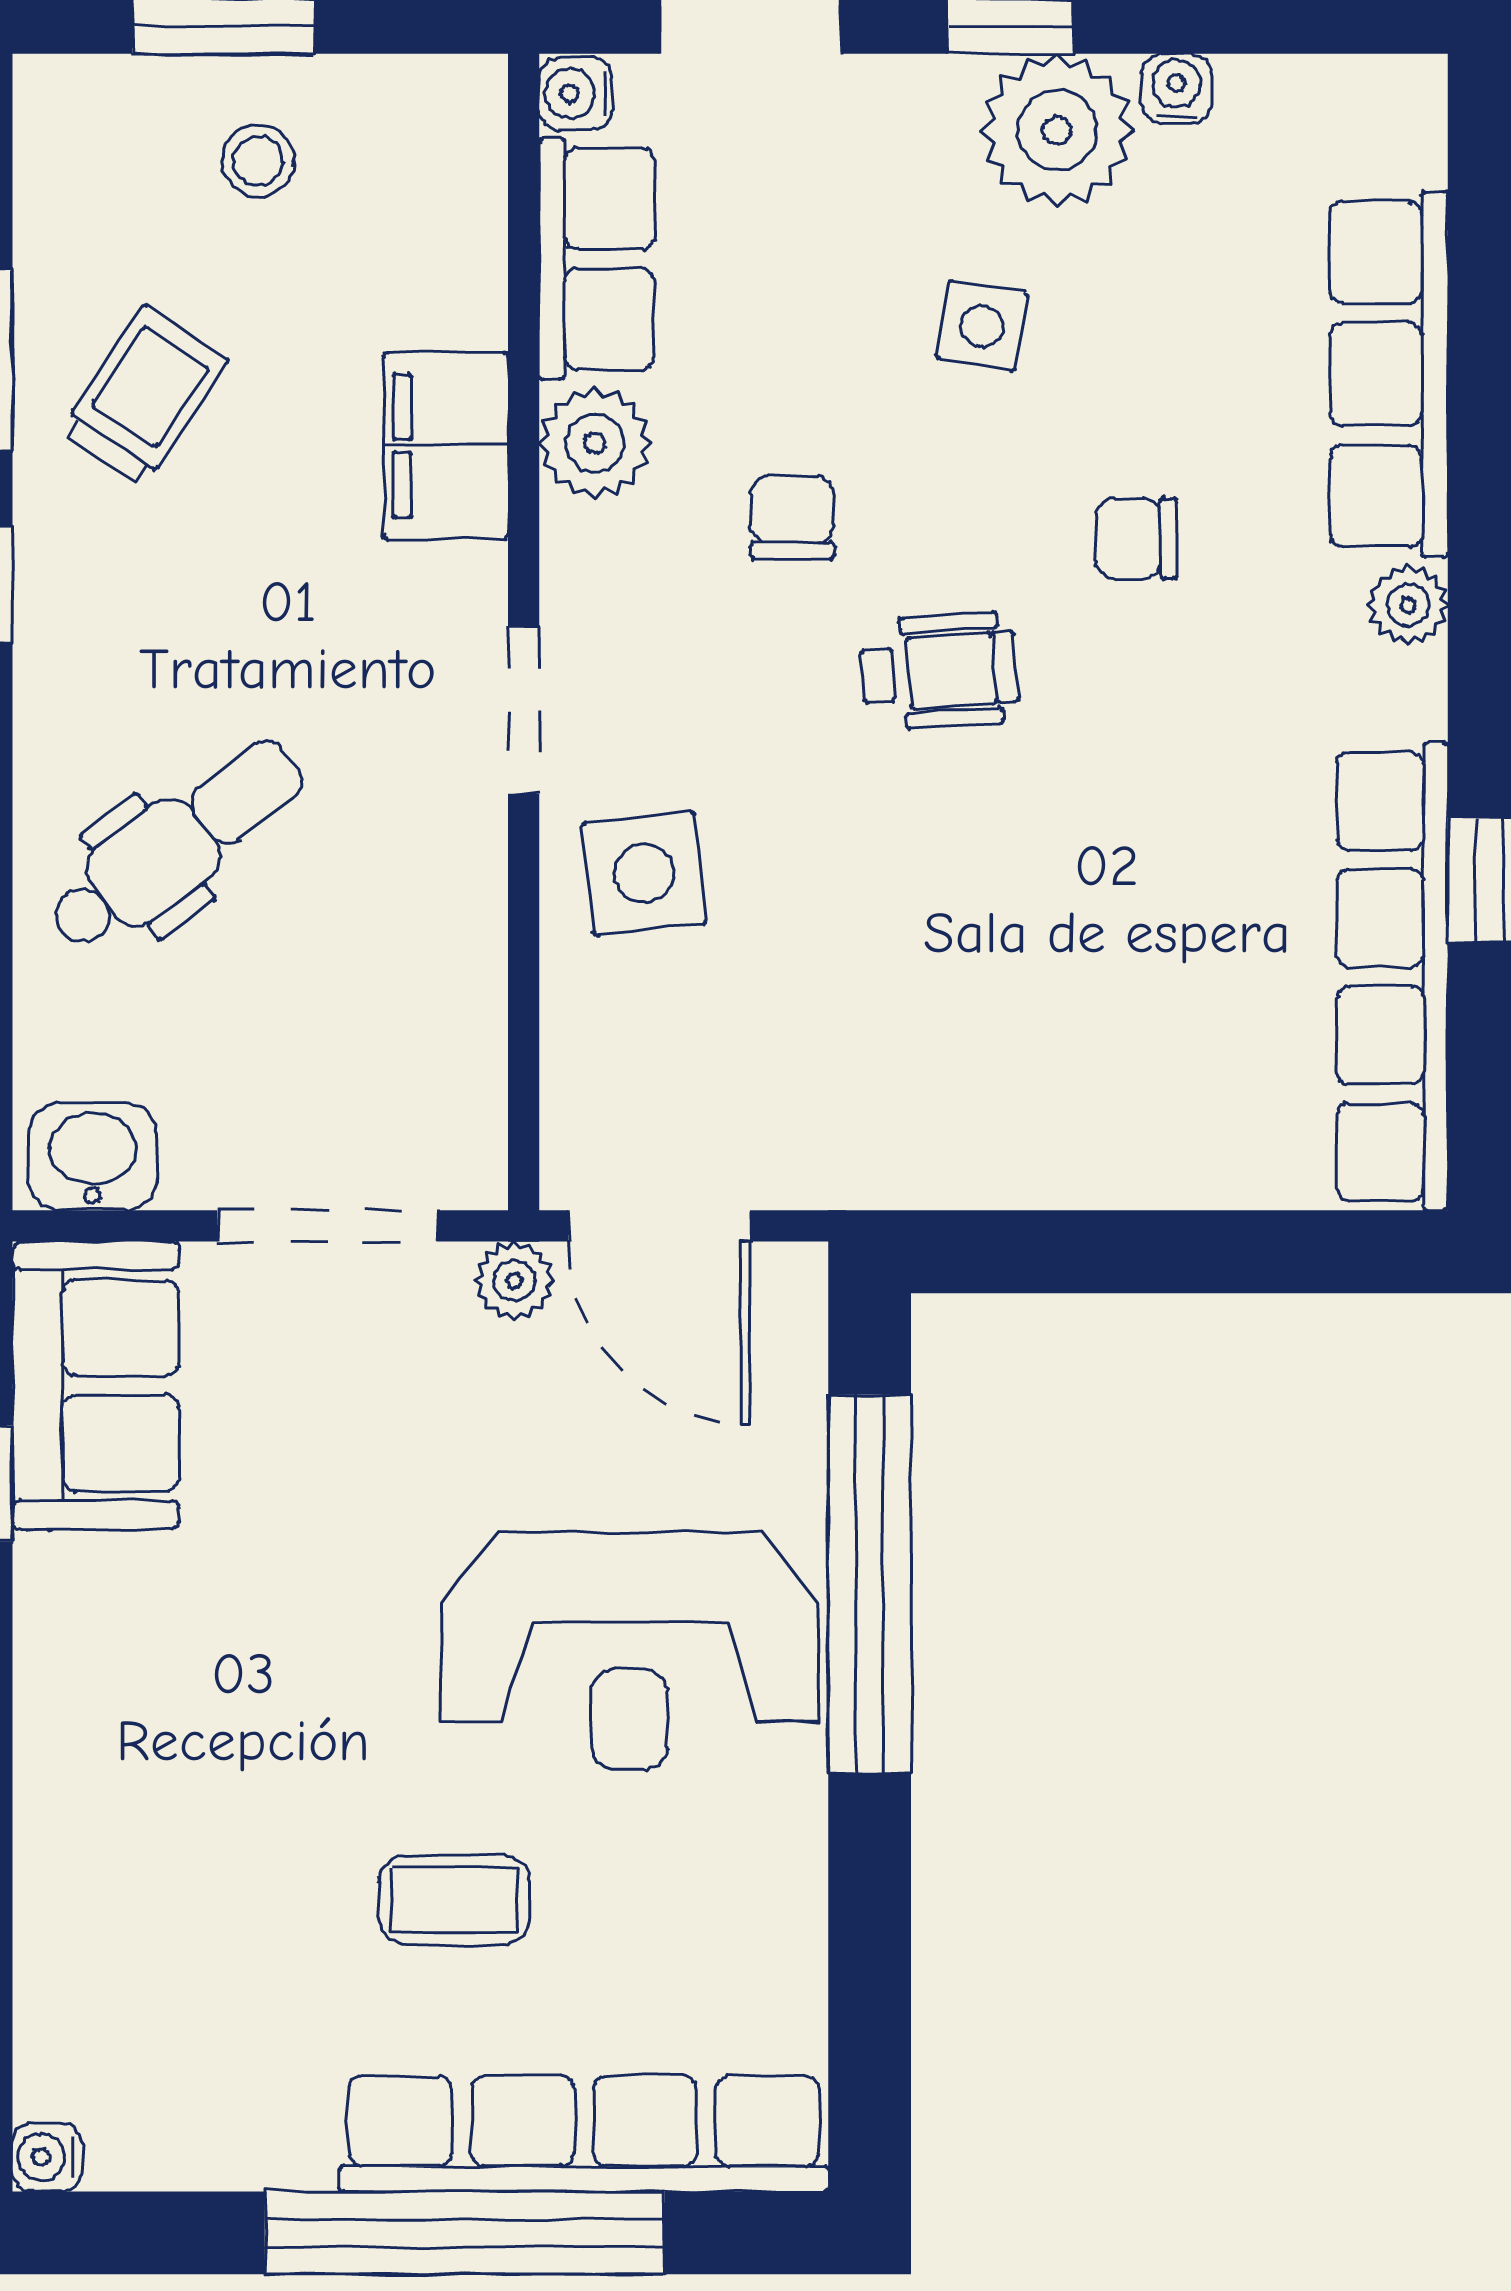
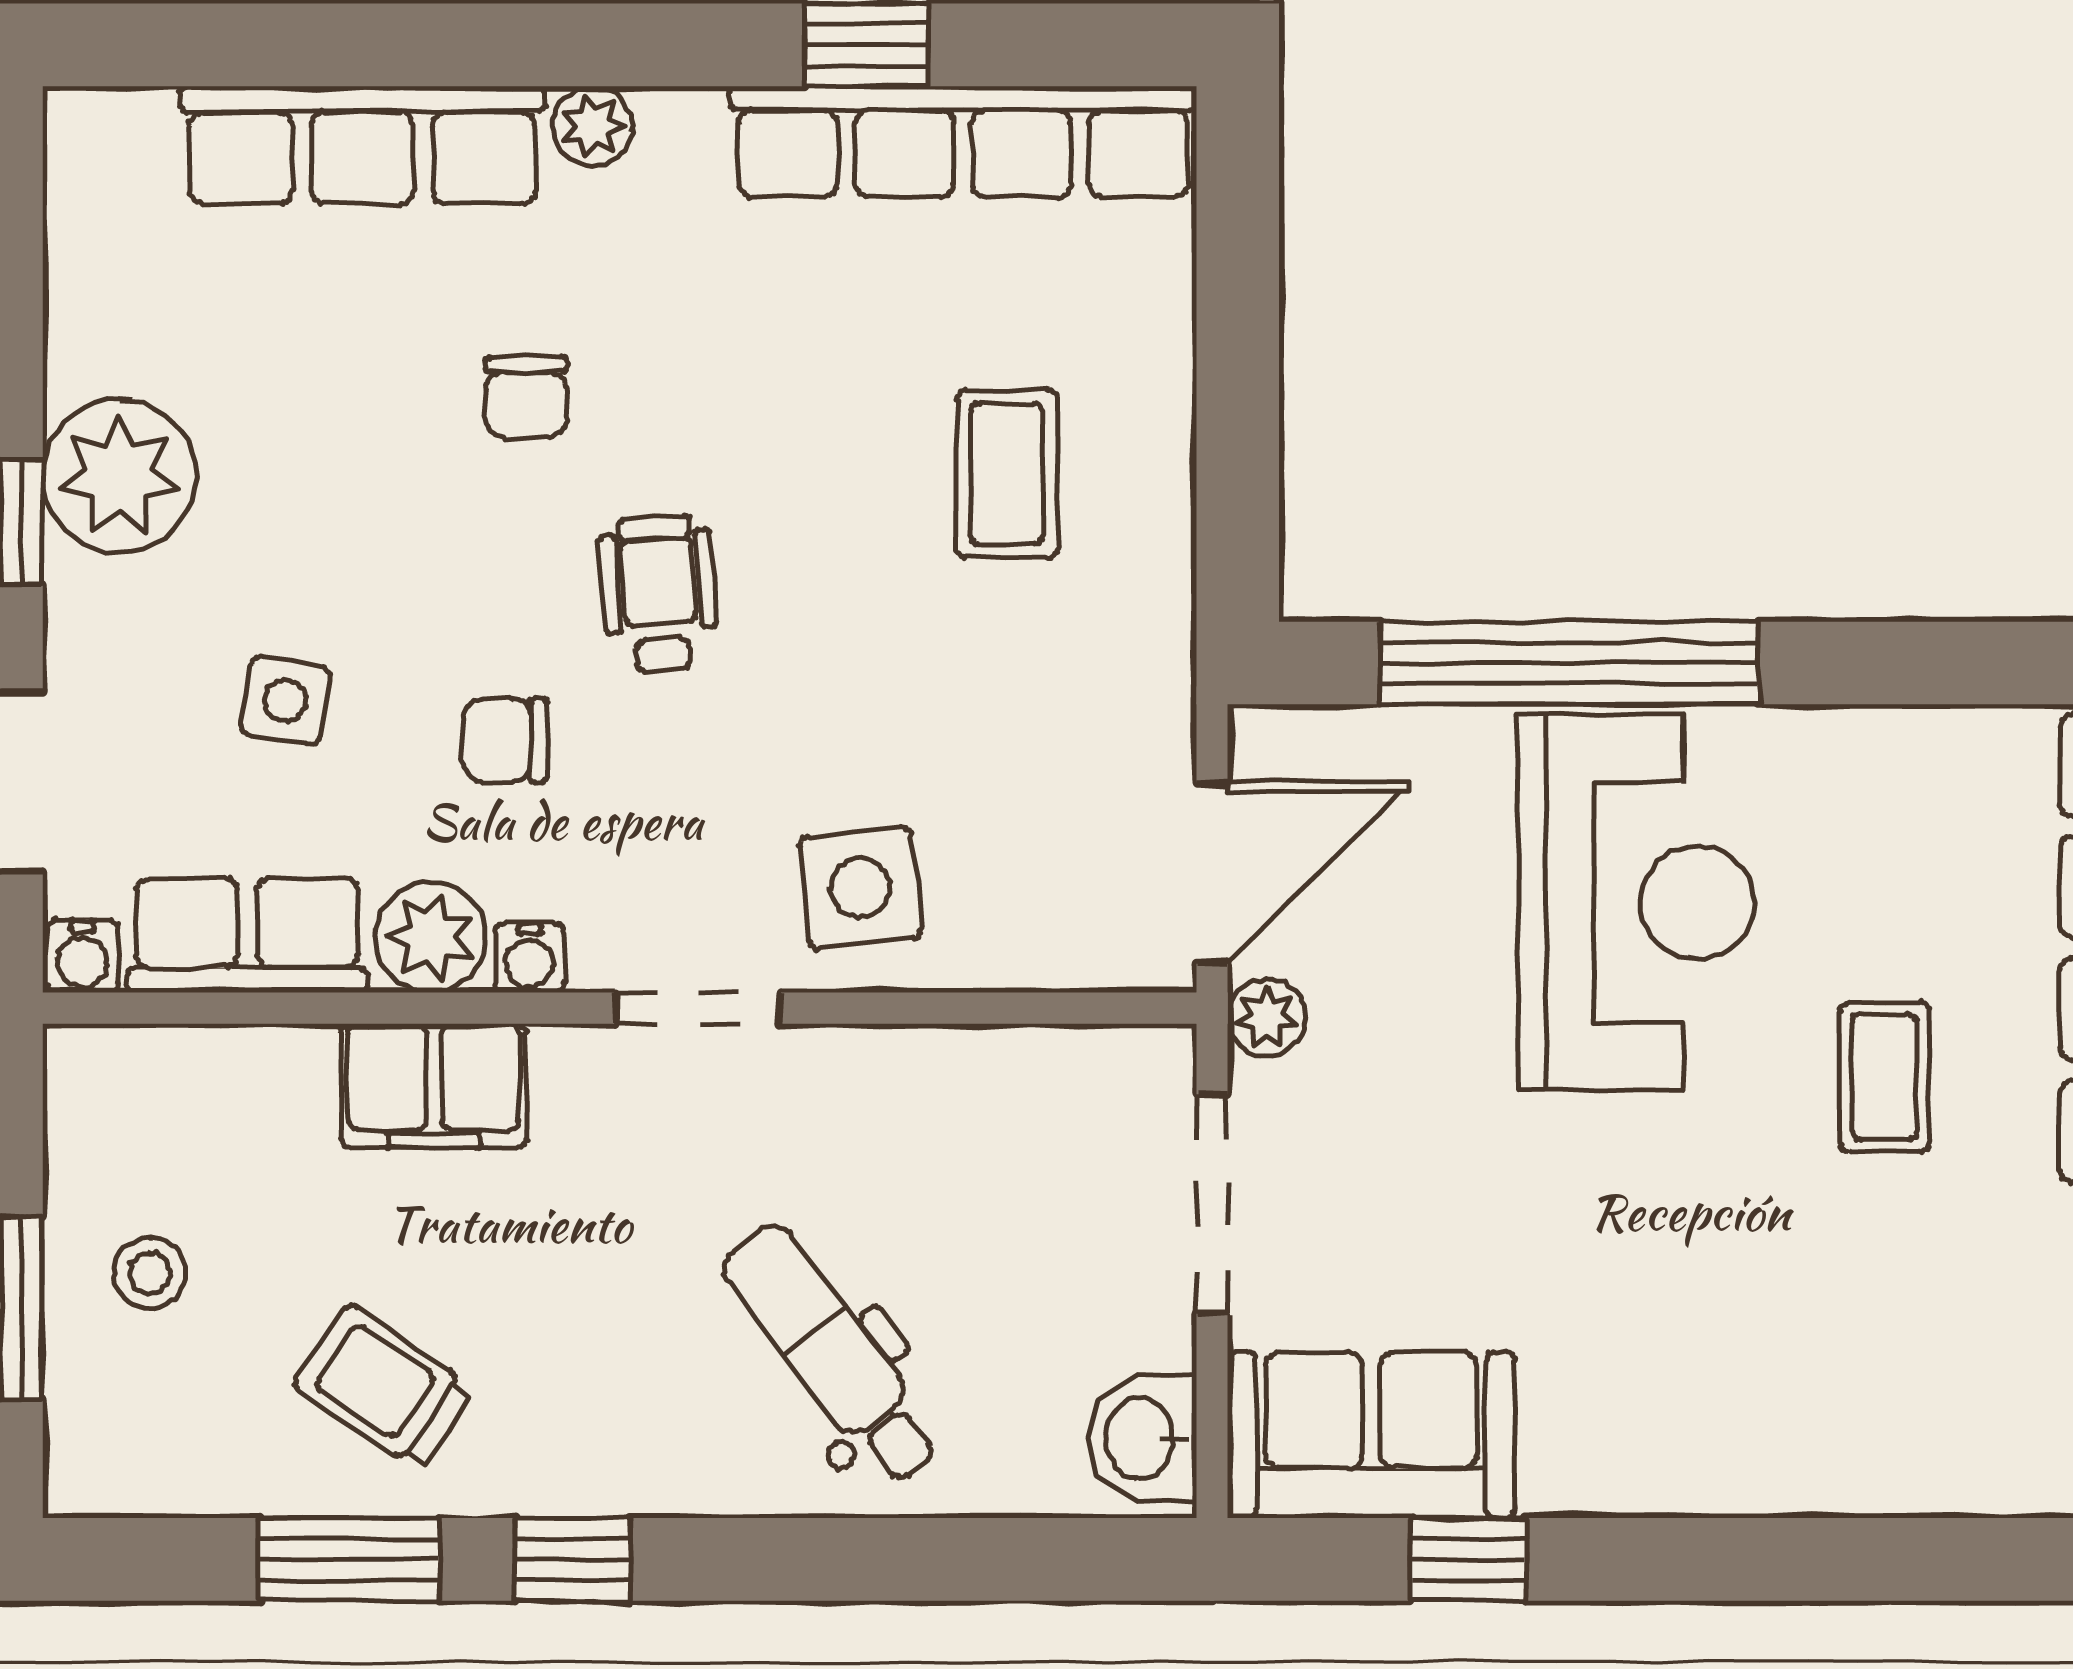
water cooler: (1177, 89) -> (530, 958), moved, turned -90
side table: (982, 326) -> (285, 701), moved
coffee table: (1059, 1020) -> (1007, 474), added

